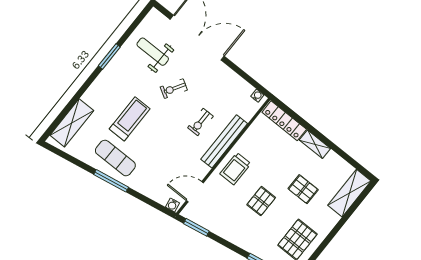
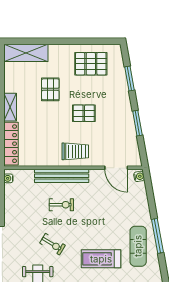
window: (196, 227) -> (137, 123), moved

